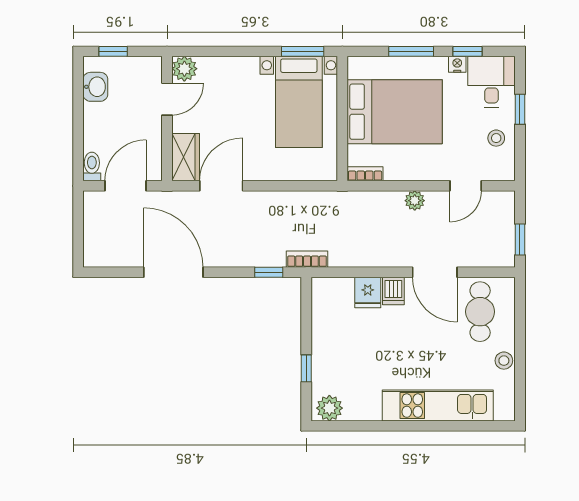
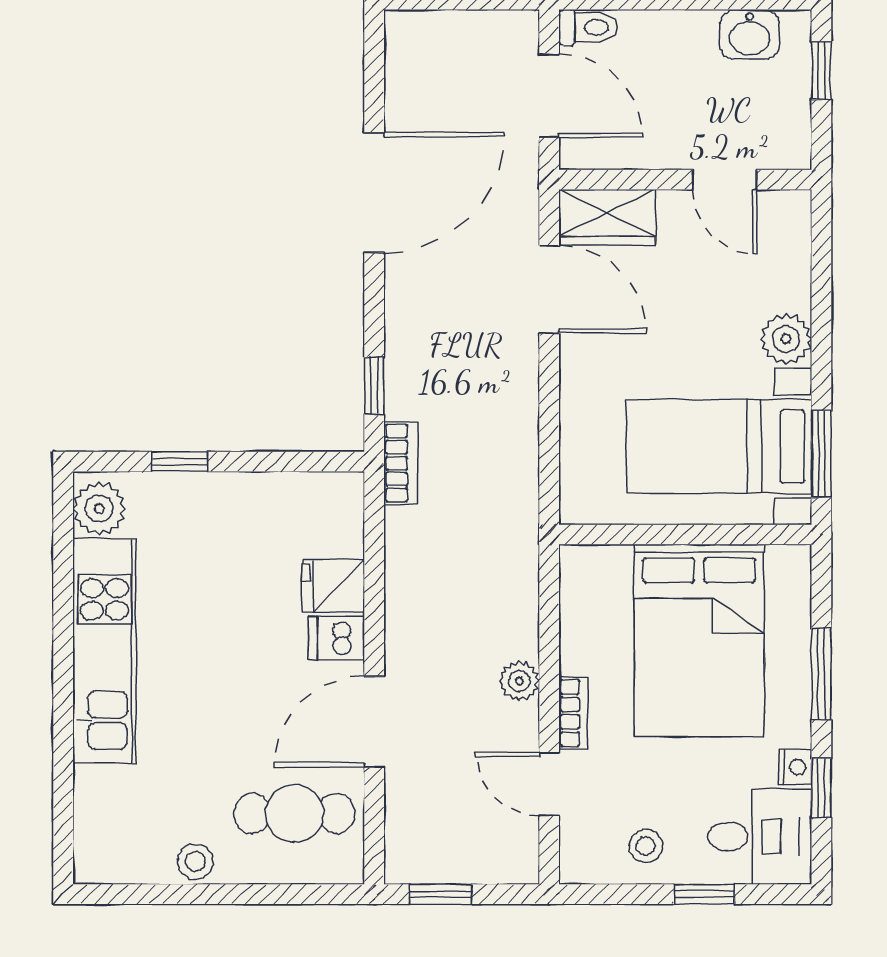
plant: (184, 69) -> (786, 339), moved
bookcase: (365, 174) -> (573, 713), moved
kitchen unit: (438, 406) -> (104, 651), moved

